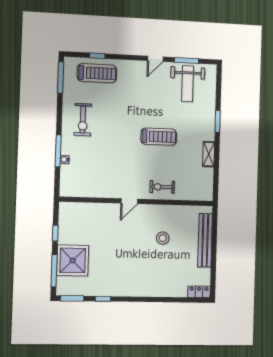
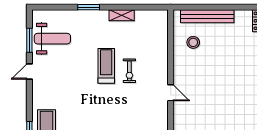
door: (155, 59) -> (29, 72), swing flipped
exercise bike: (162, 187) -> (129, 71), moved
stool: (163, 238) -> (193, 42), moved

